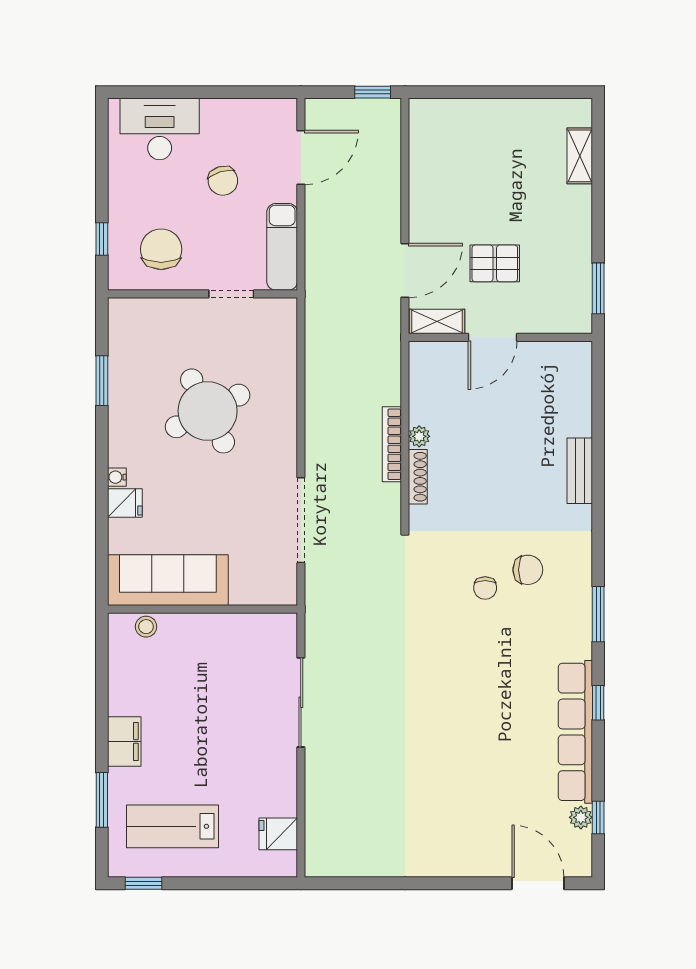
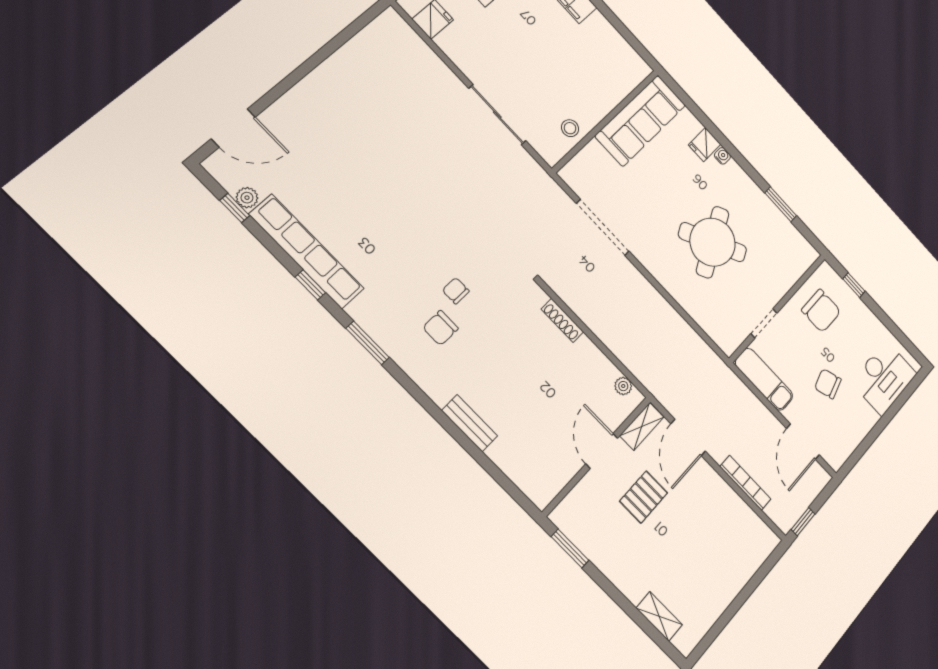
plant: (419, 436) -> (623, 386), moved
bookcase: (392, 444) -> (745, 483), moved
stool: (146, 627) -> (570, 128), moved

